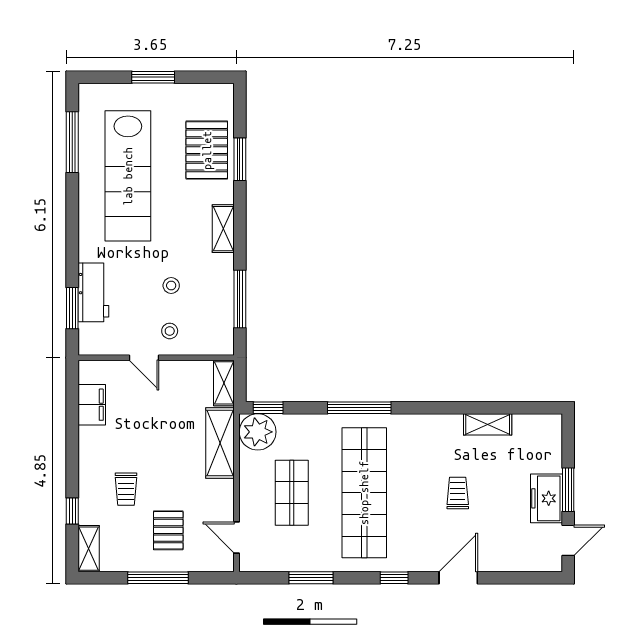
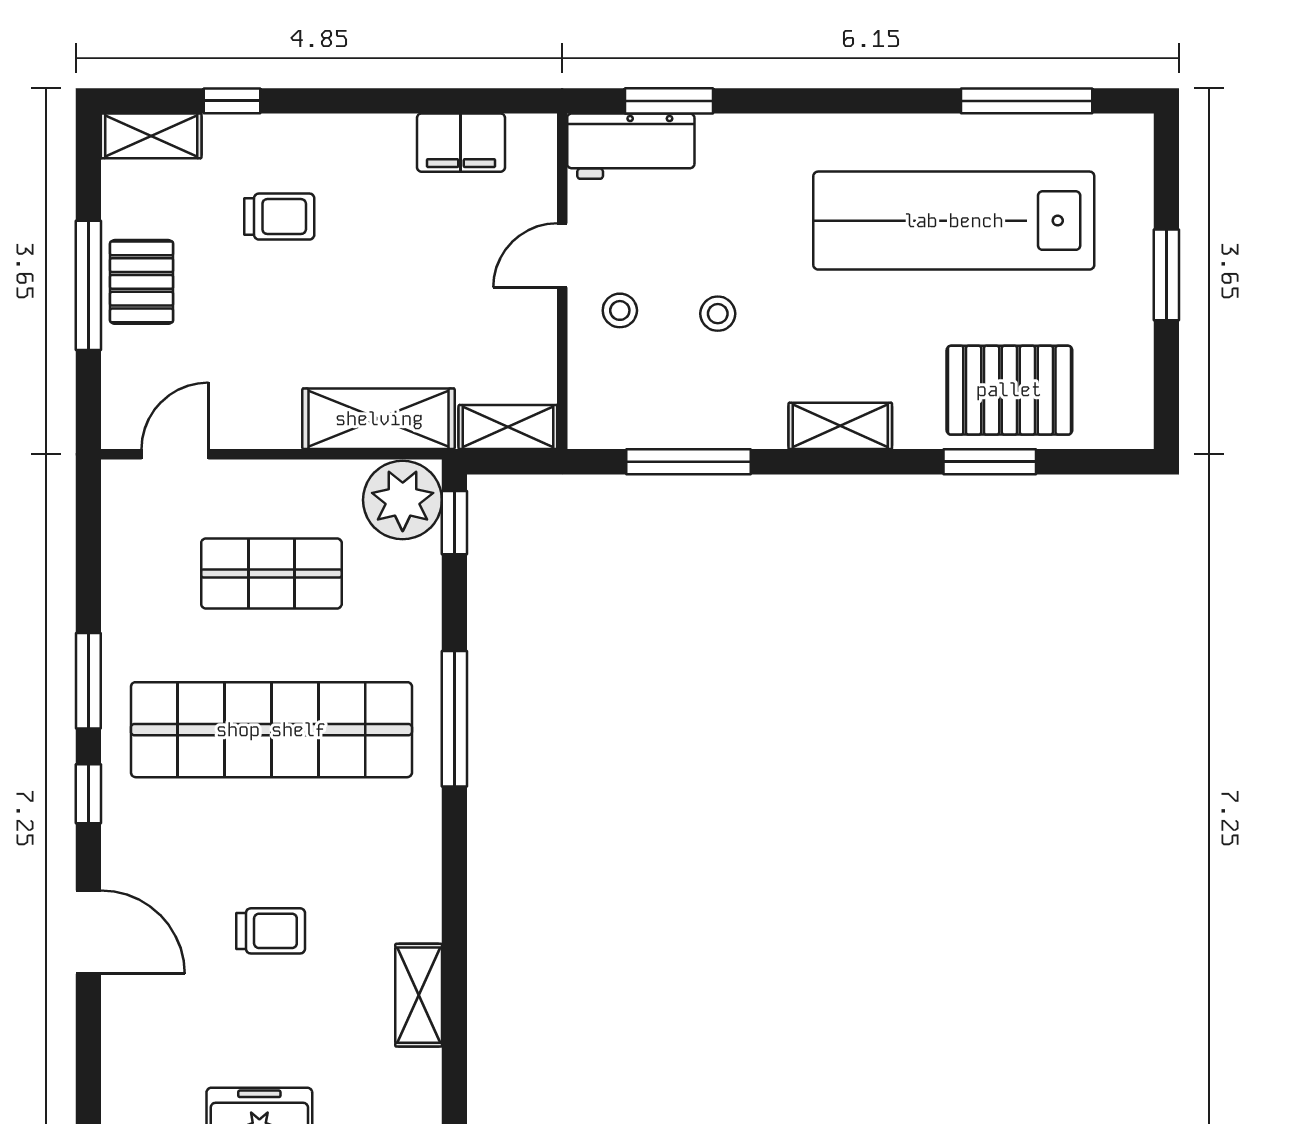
workbench: (93, 292) -> (631, 146), moved
trolley: (126, 489) -> (279, 217), turned 180
pallet: (168, 530) -> (142, 282), moved, turned 90
window: (311, 578) -> (88, 681), moved

